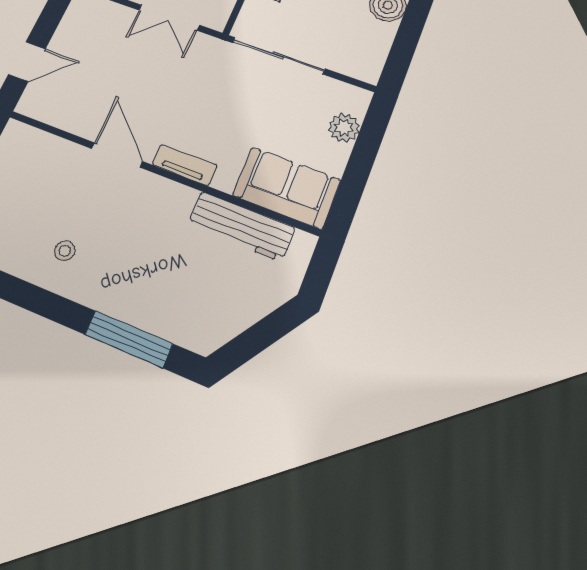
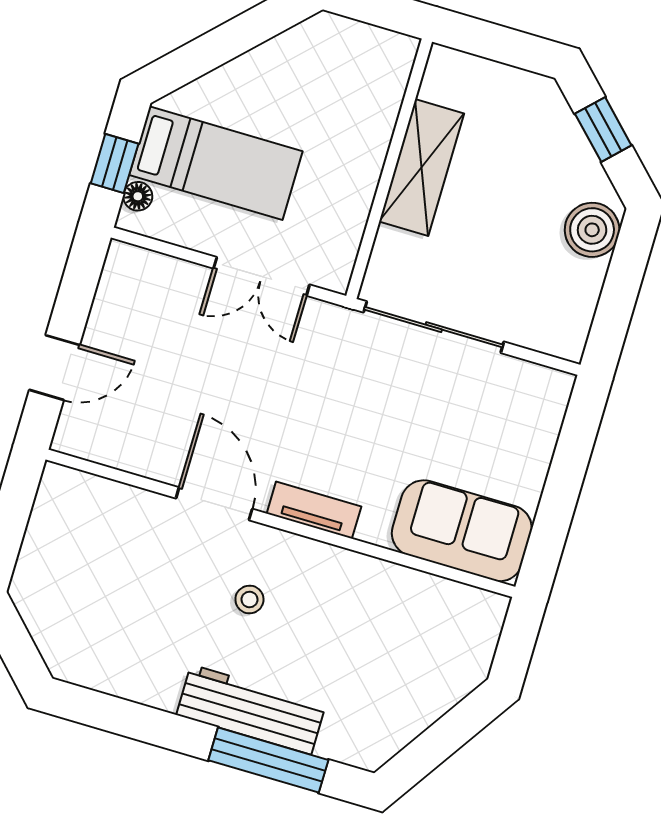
plant: (344, 128) -> (537, 434), removed
workbench: (241, 226) -> (251, 710), moved, turned 180
stool: (65, 251) -> (249, 599), moved

